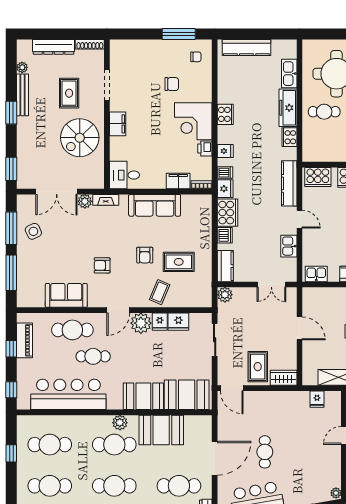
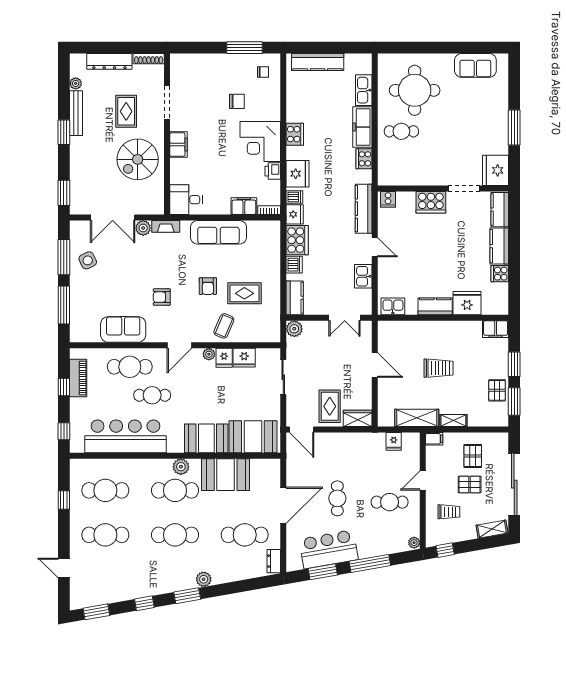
fridge: (225, 151) -> (297, 174), width x1.88, depth x1.34
cooker: (318, 177) -> (388, 199), width x0.53, depth x0.76
plant: (141, 323) -> (209, 354), width x0.53, depth x0.53
cafe table: (313, 455) -> (390, 502), added

